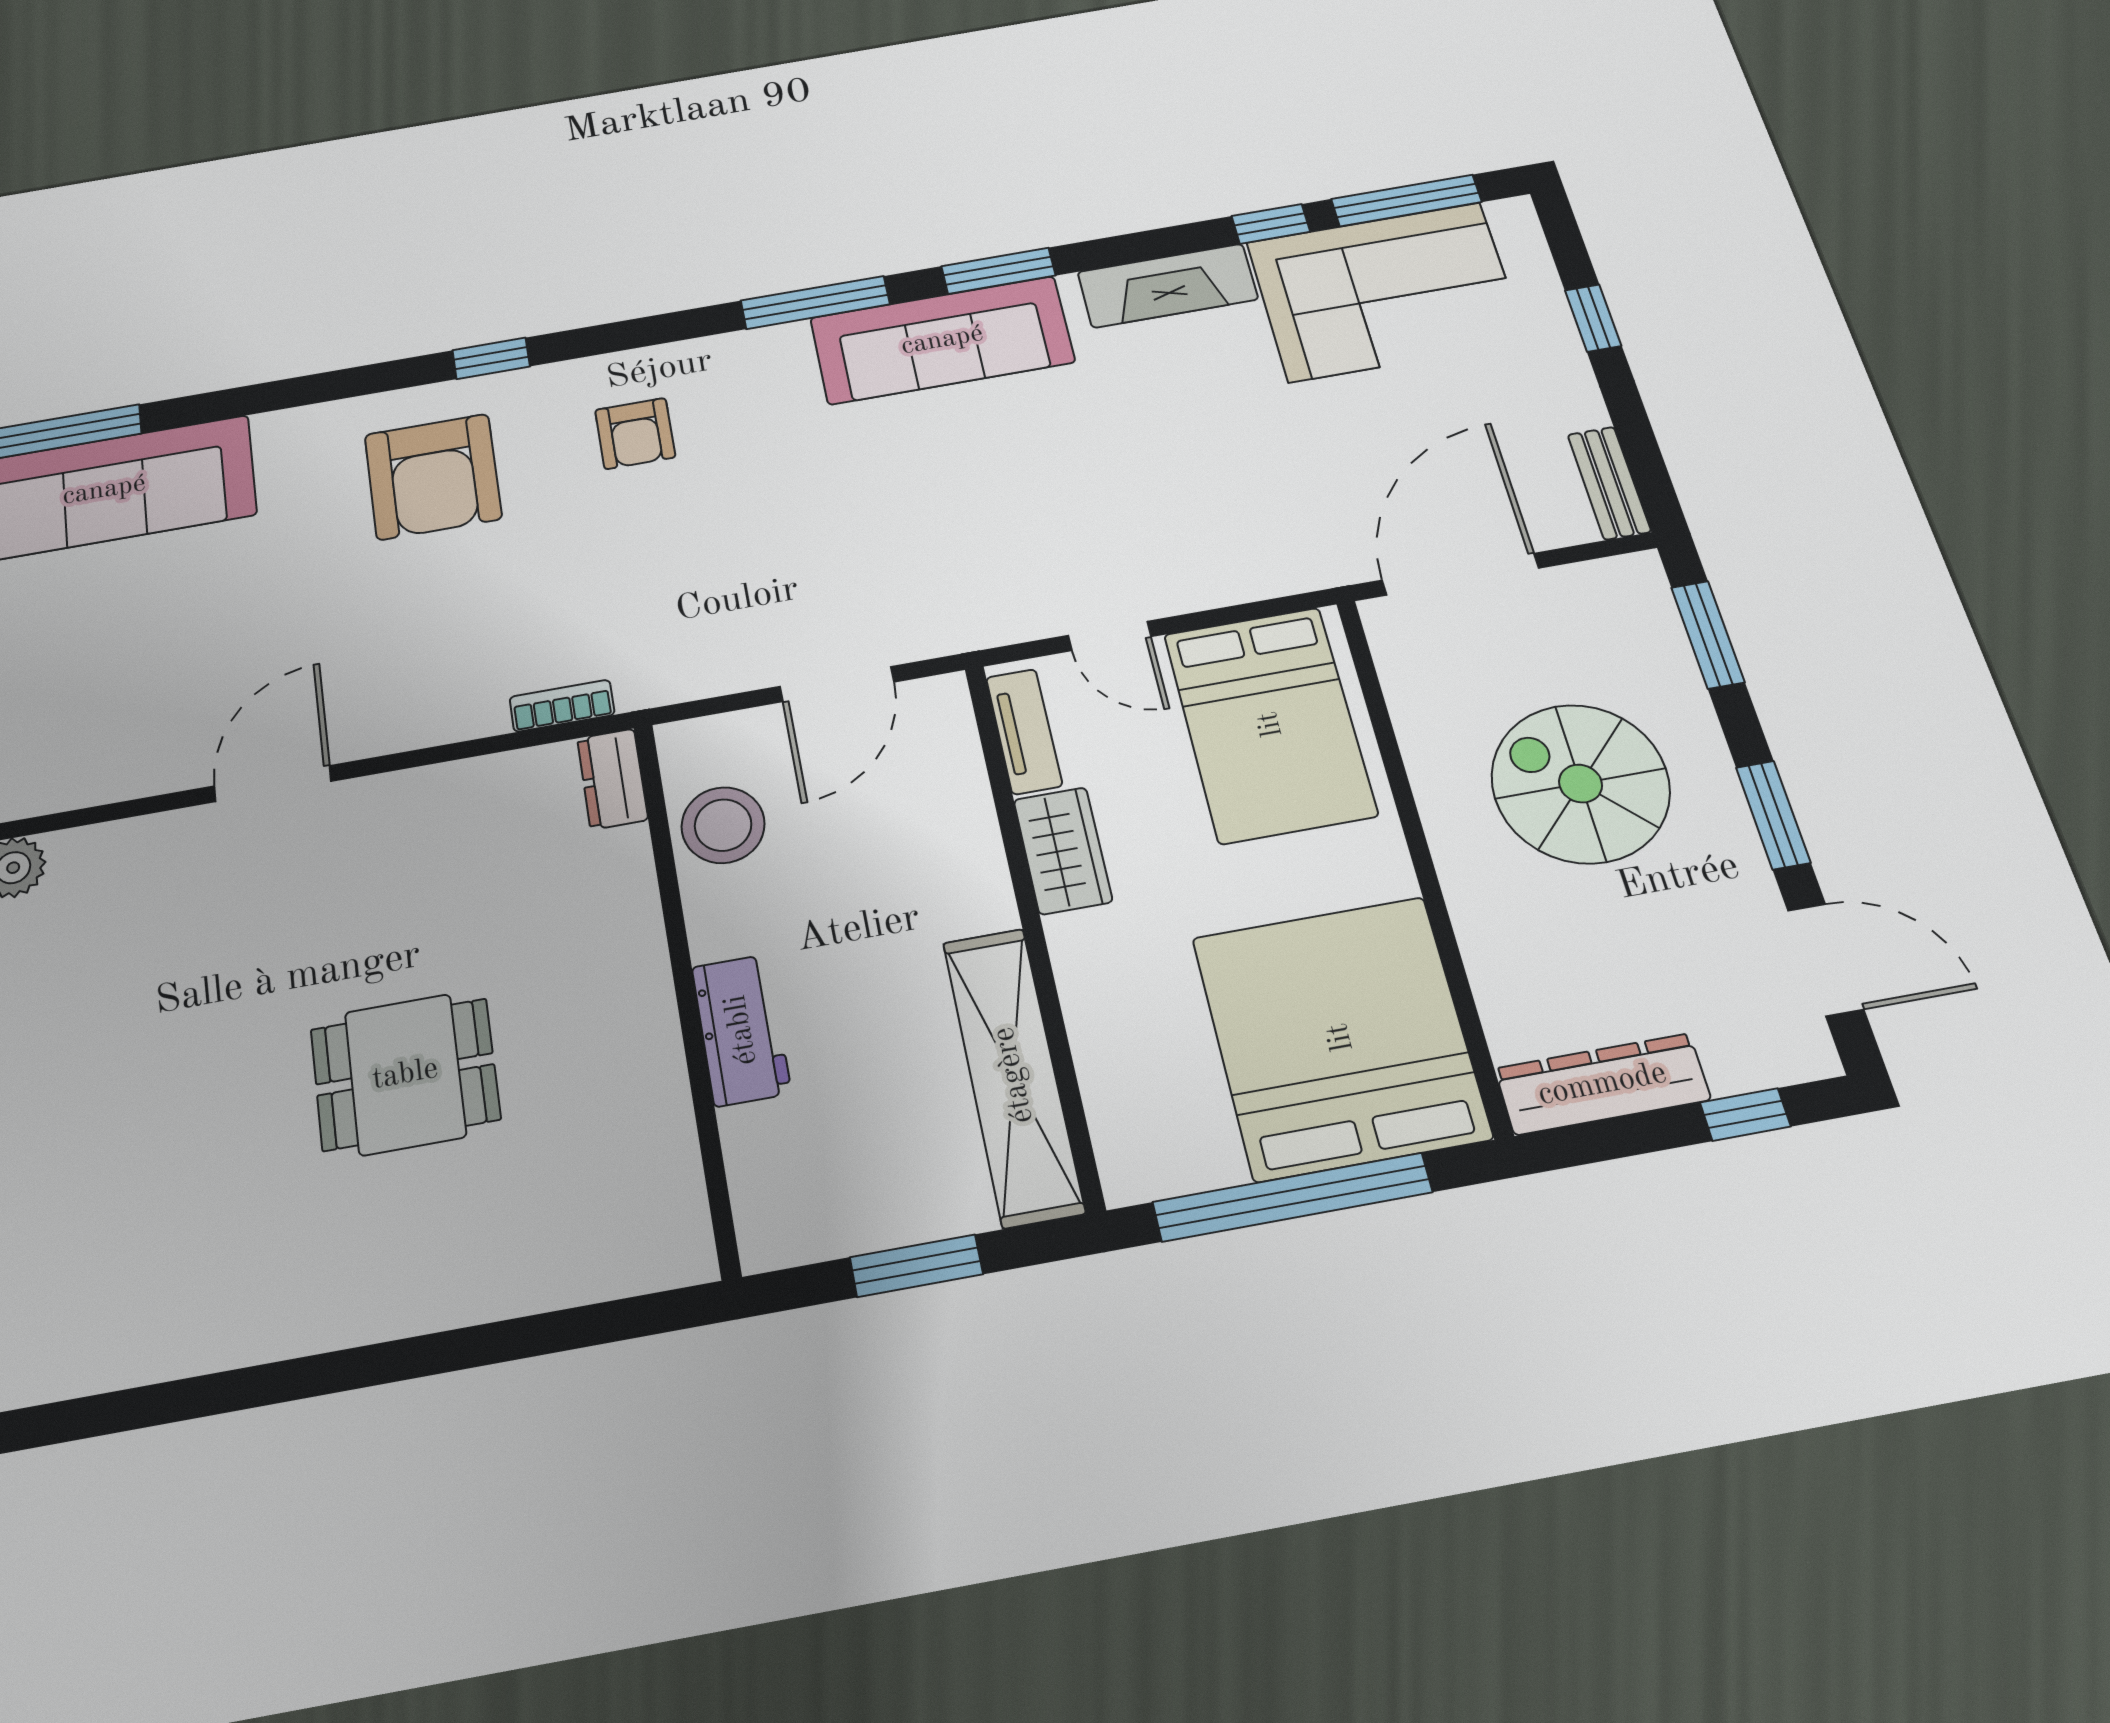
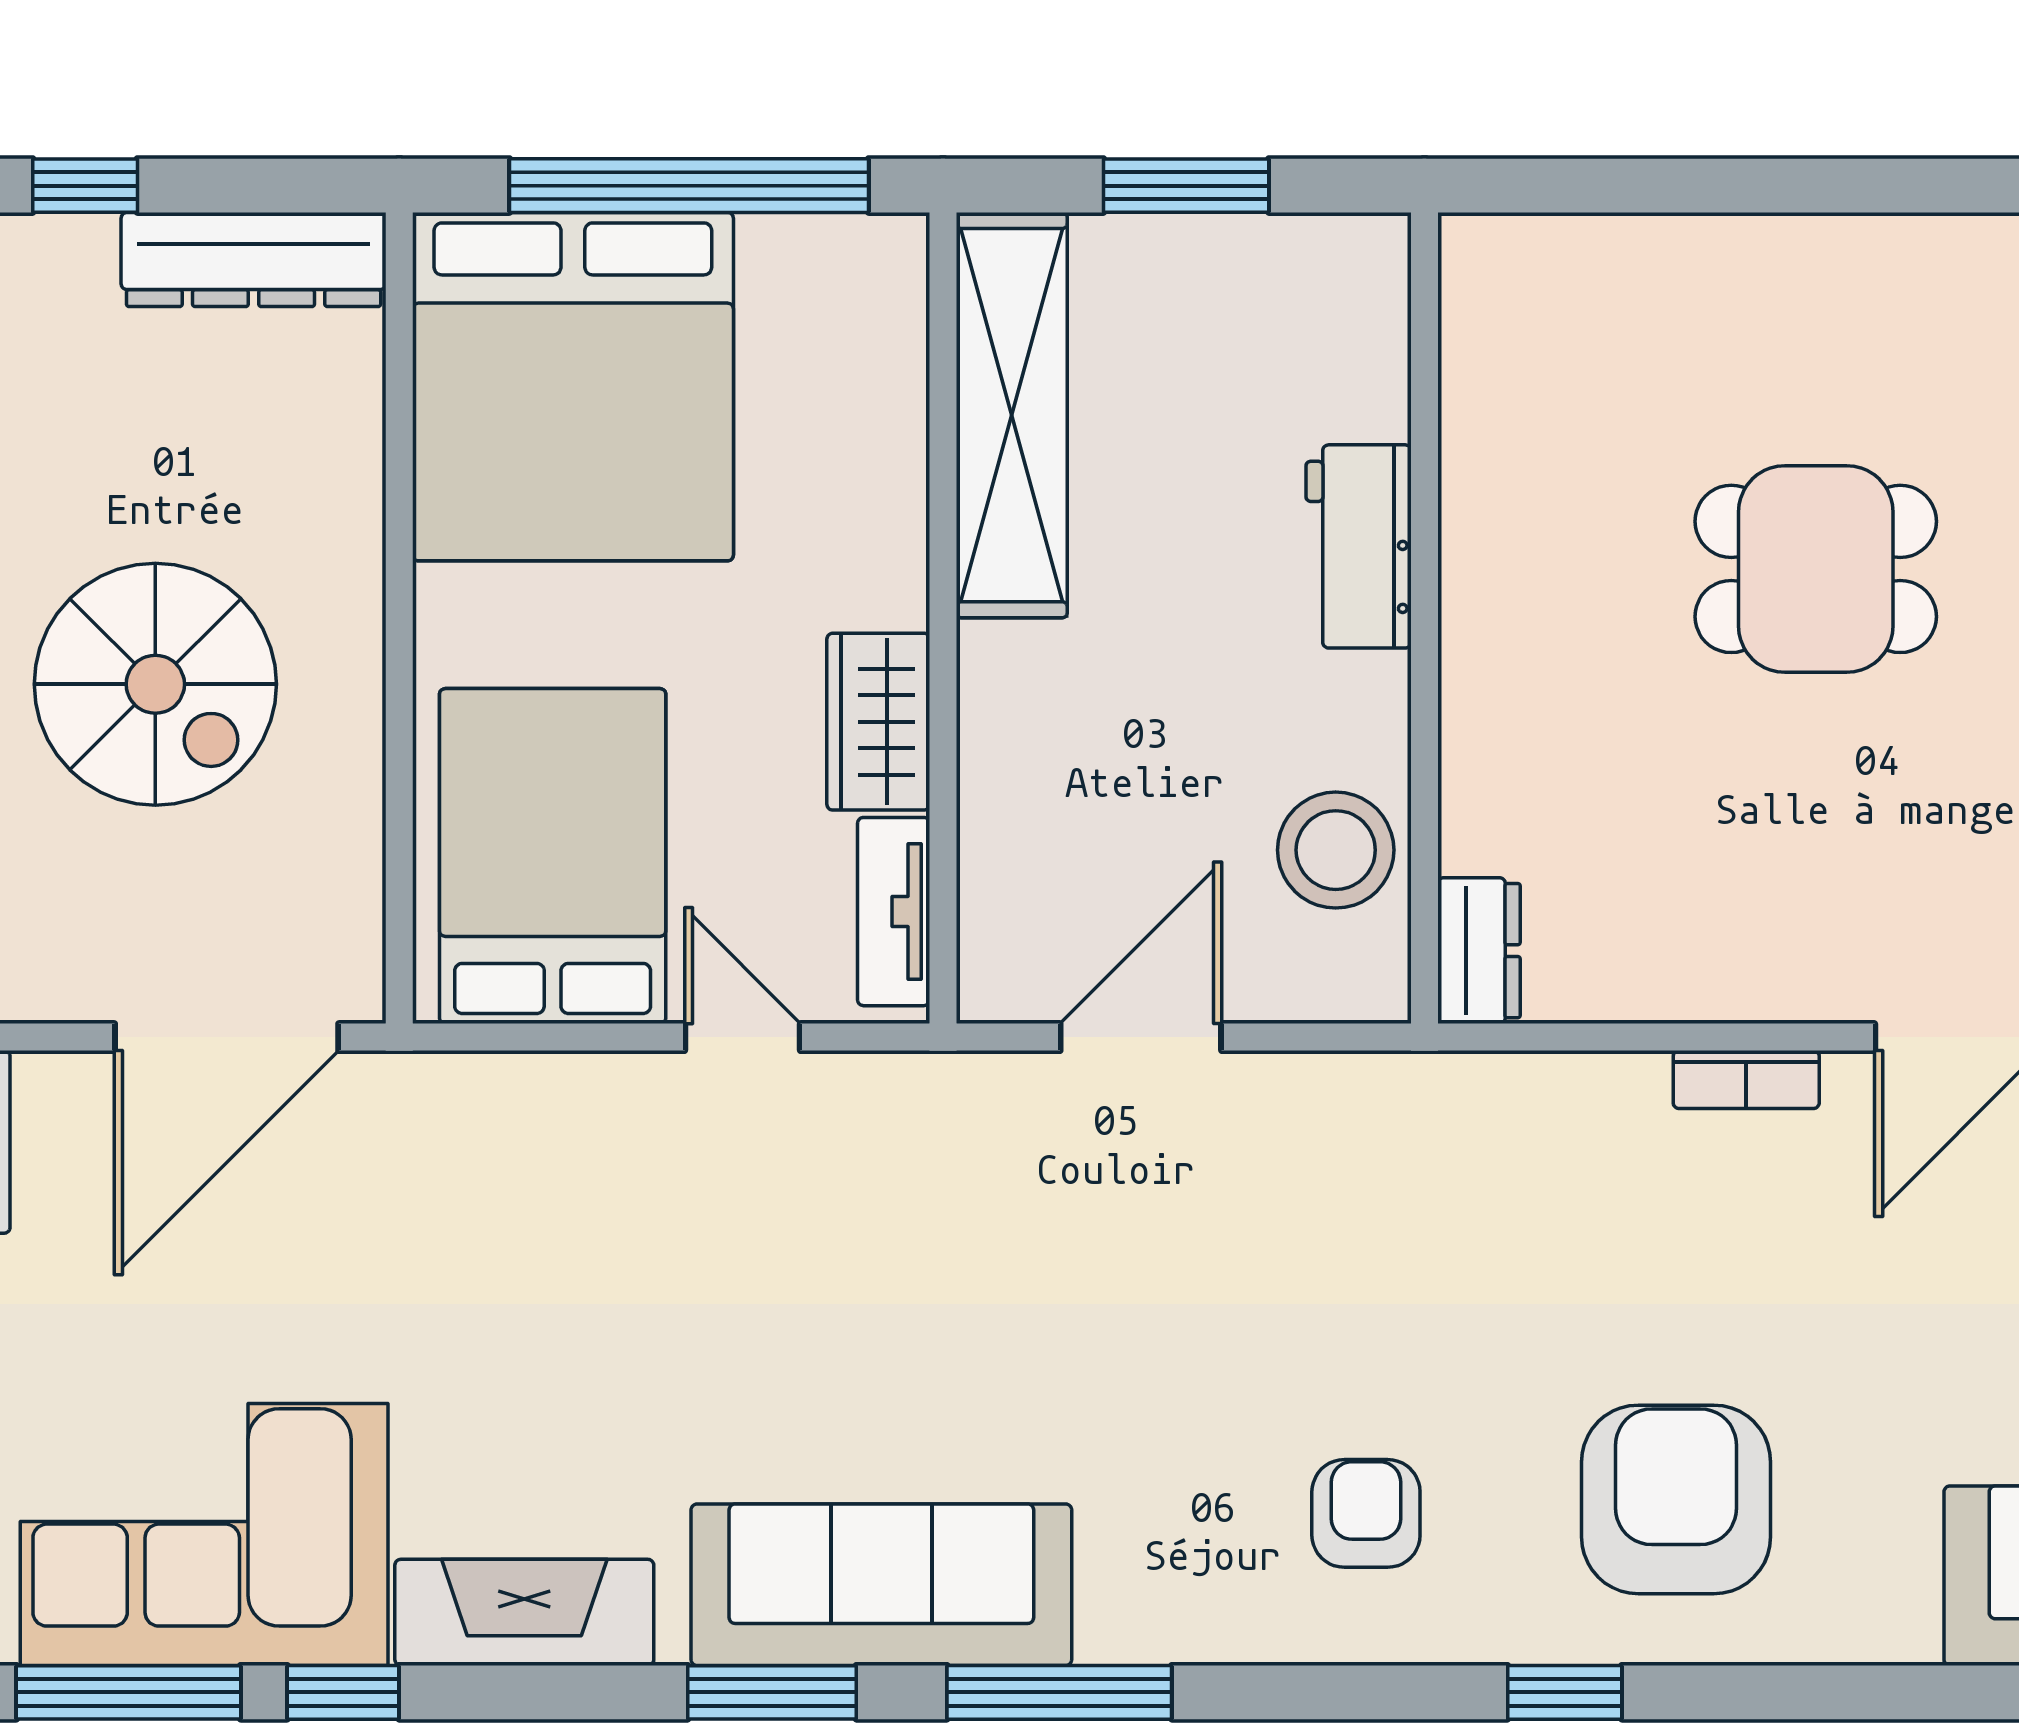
bookcase: (562, 706) -> (1746, 1080), moved

